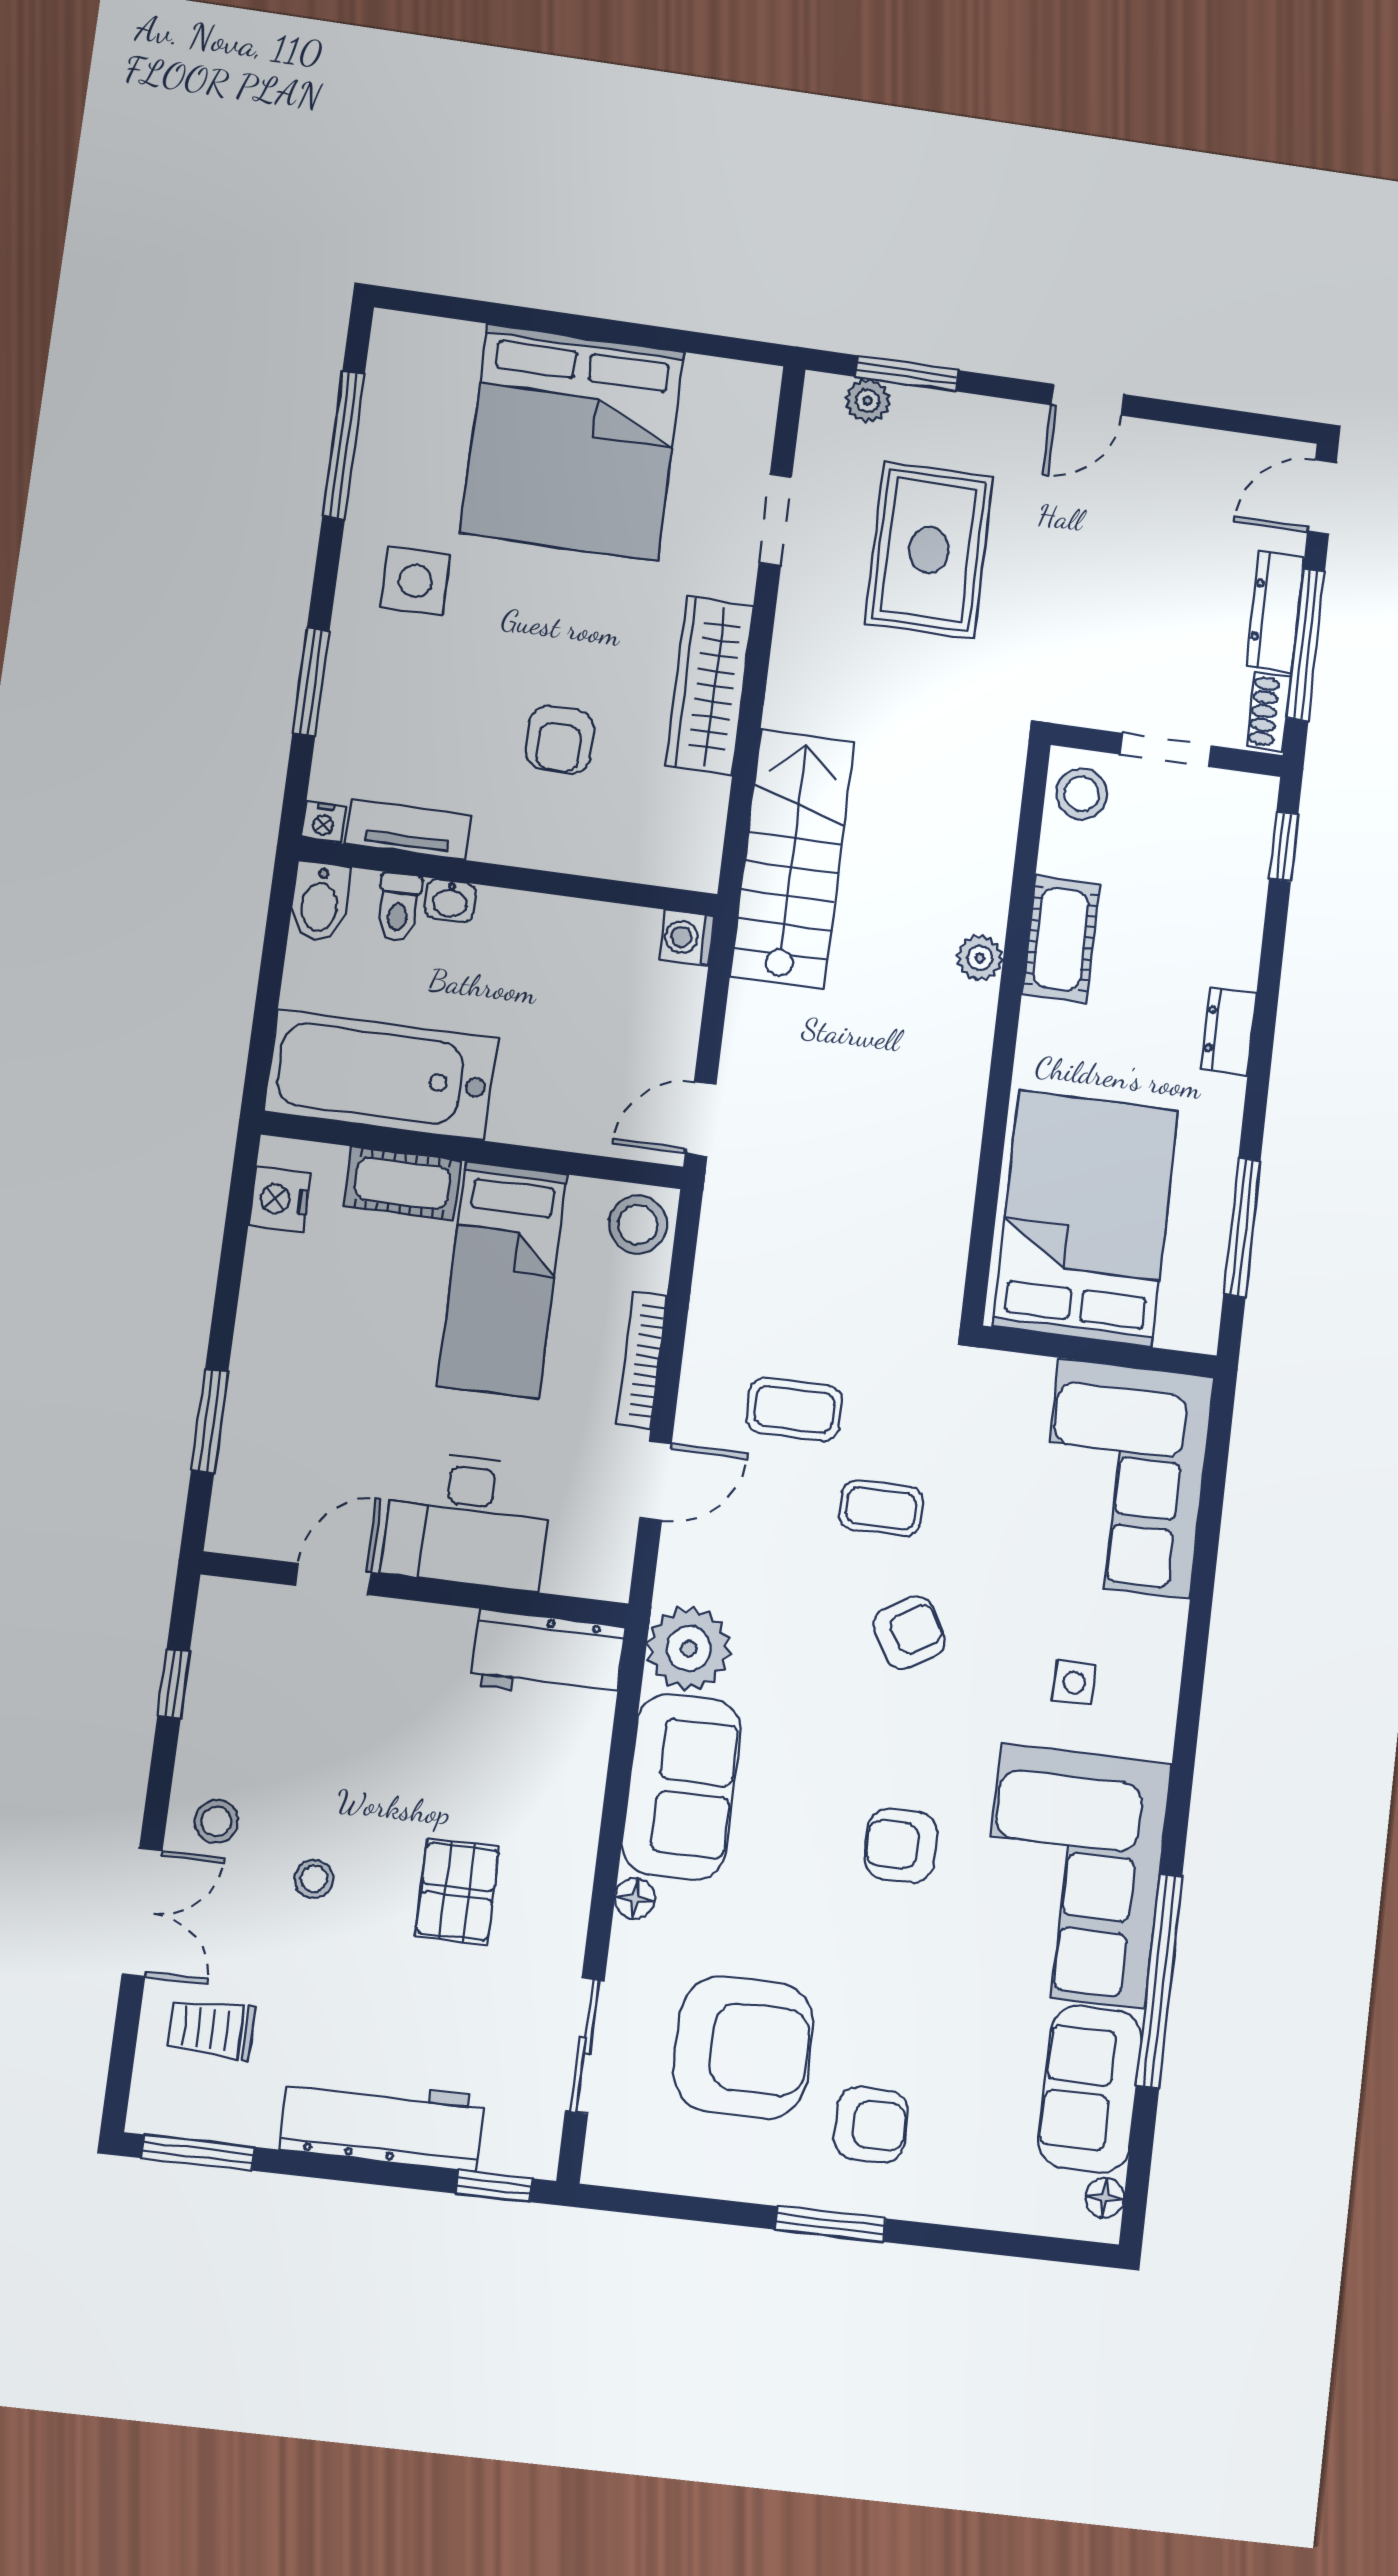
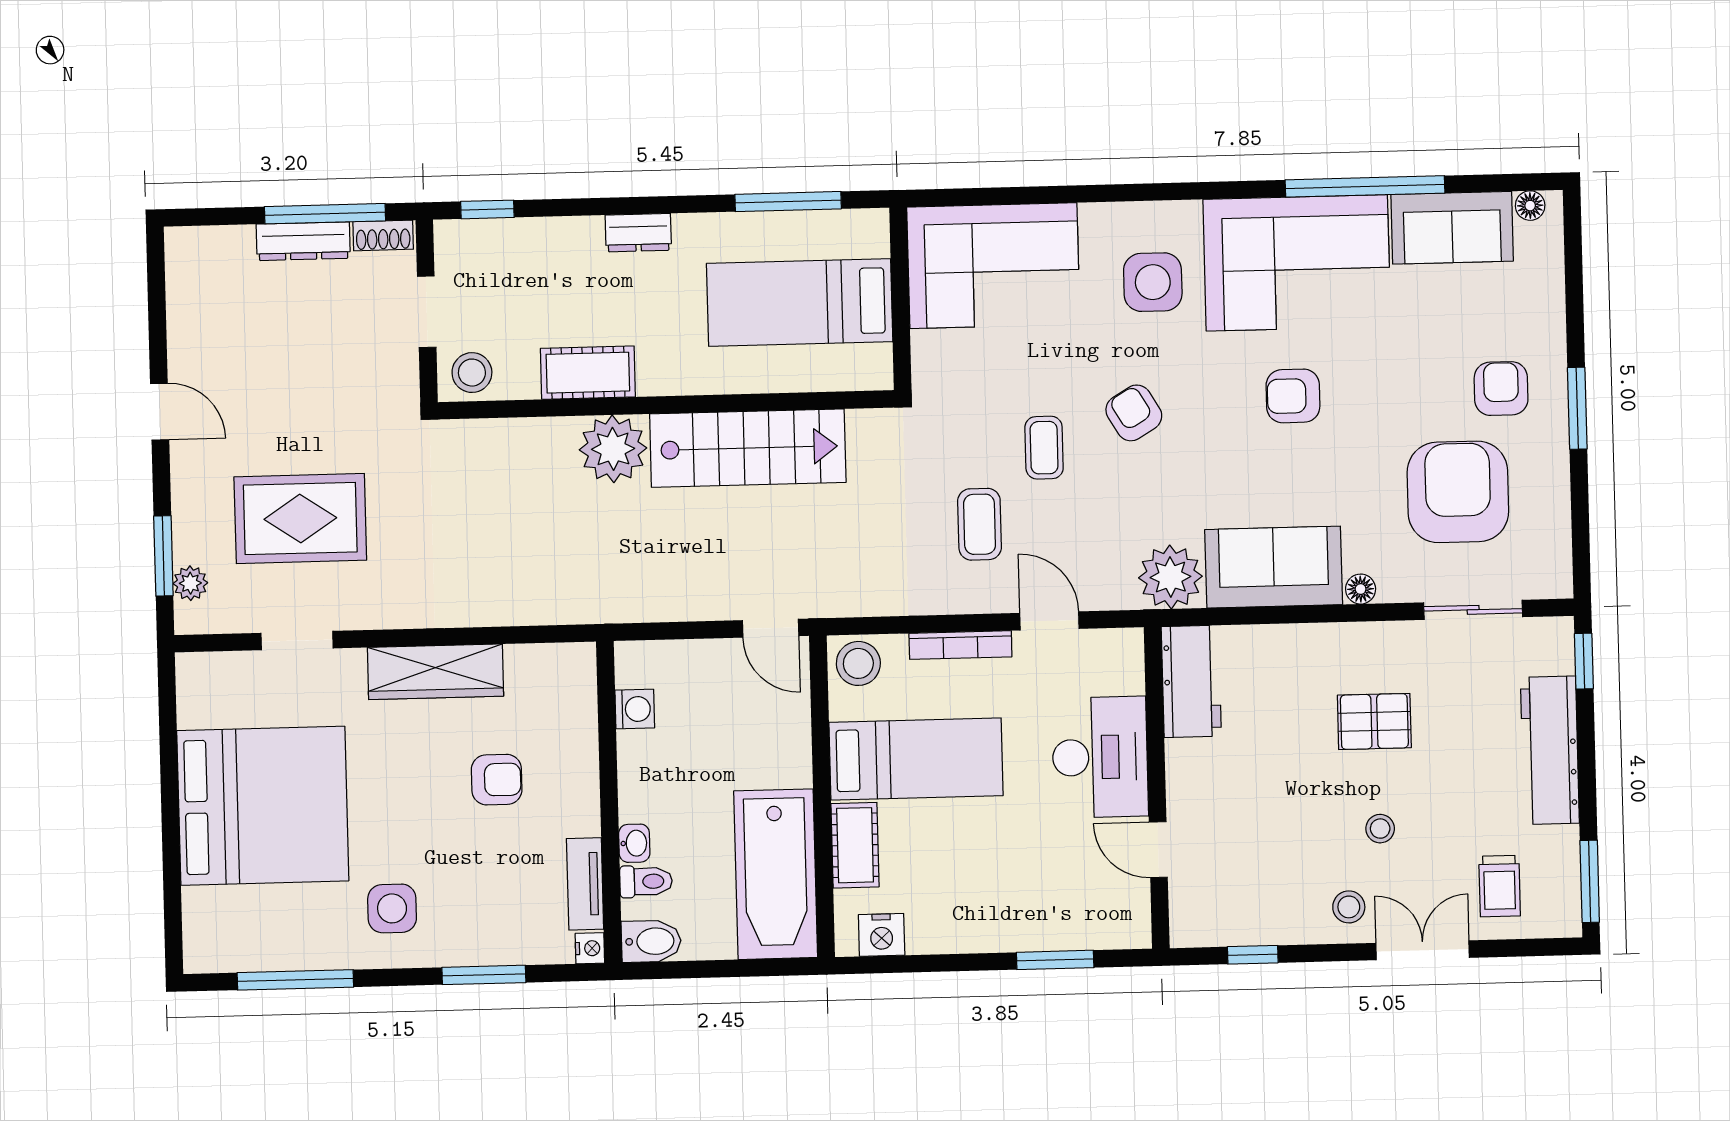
door: (1322, 497) -> (206, 217), removed
stairs: (792, 859) -> (748, 448), moved, turned 180
washing machine: (686, 938) -> (635, 709), moved, turned -90
plant: (980, 958) -> (613, 449), width x1.88, depth x1.88
bed: (1085, 1218) -> (800, 302), width x0.67
side table: (1074, 1683) -> (1153, 282), width x1.87, depth x1.87
armchair: (901, 1845) -> (1293, 396), turned 90

